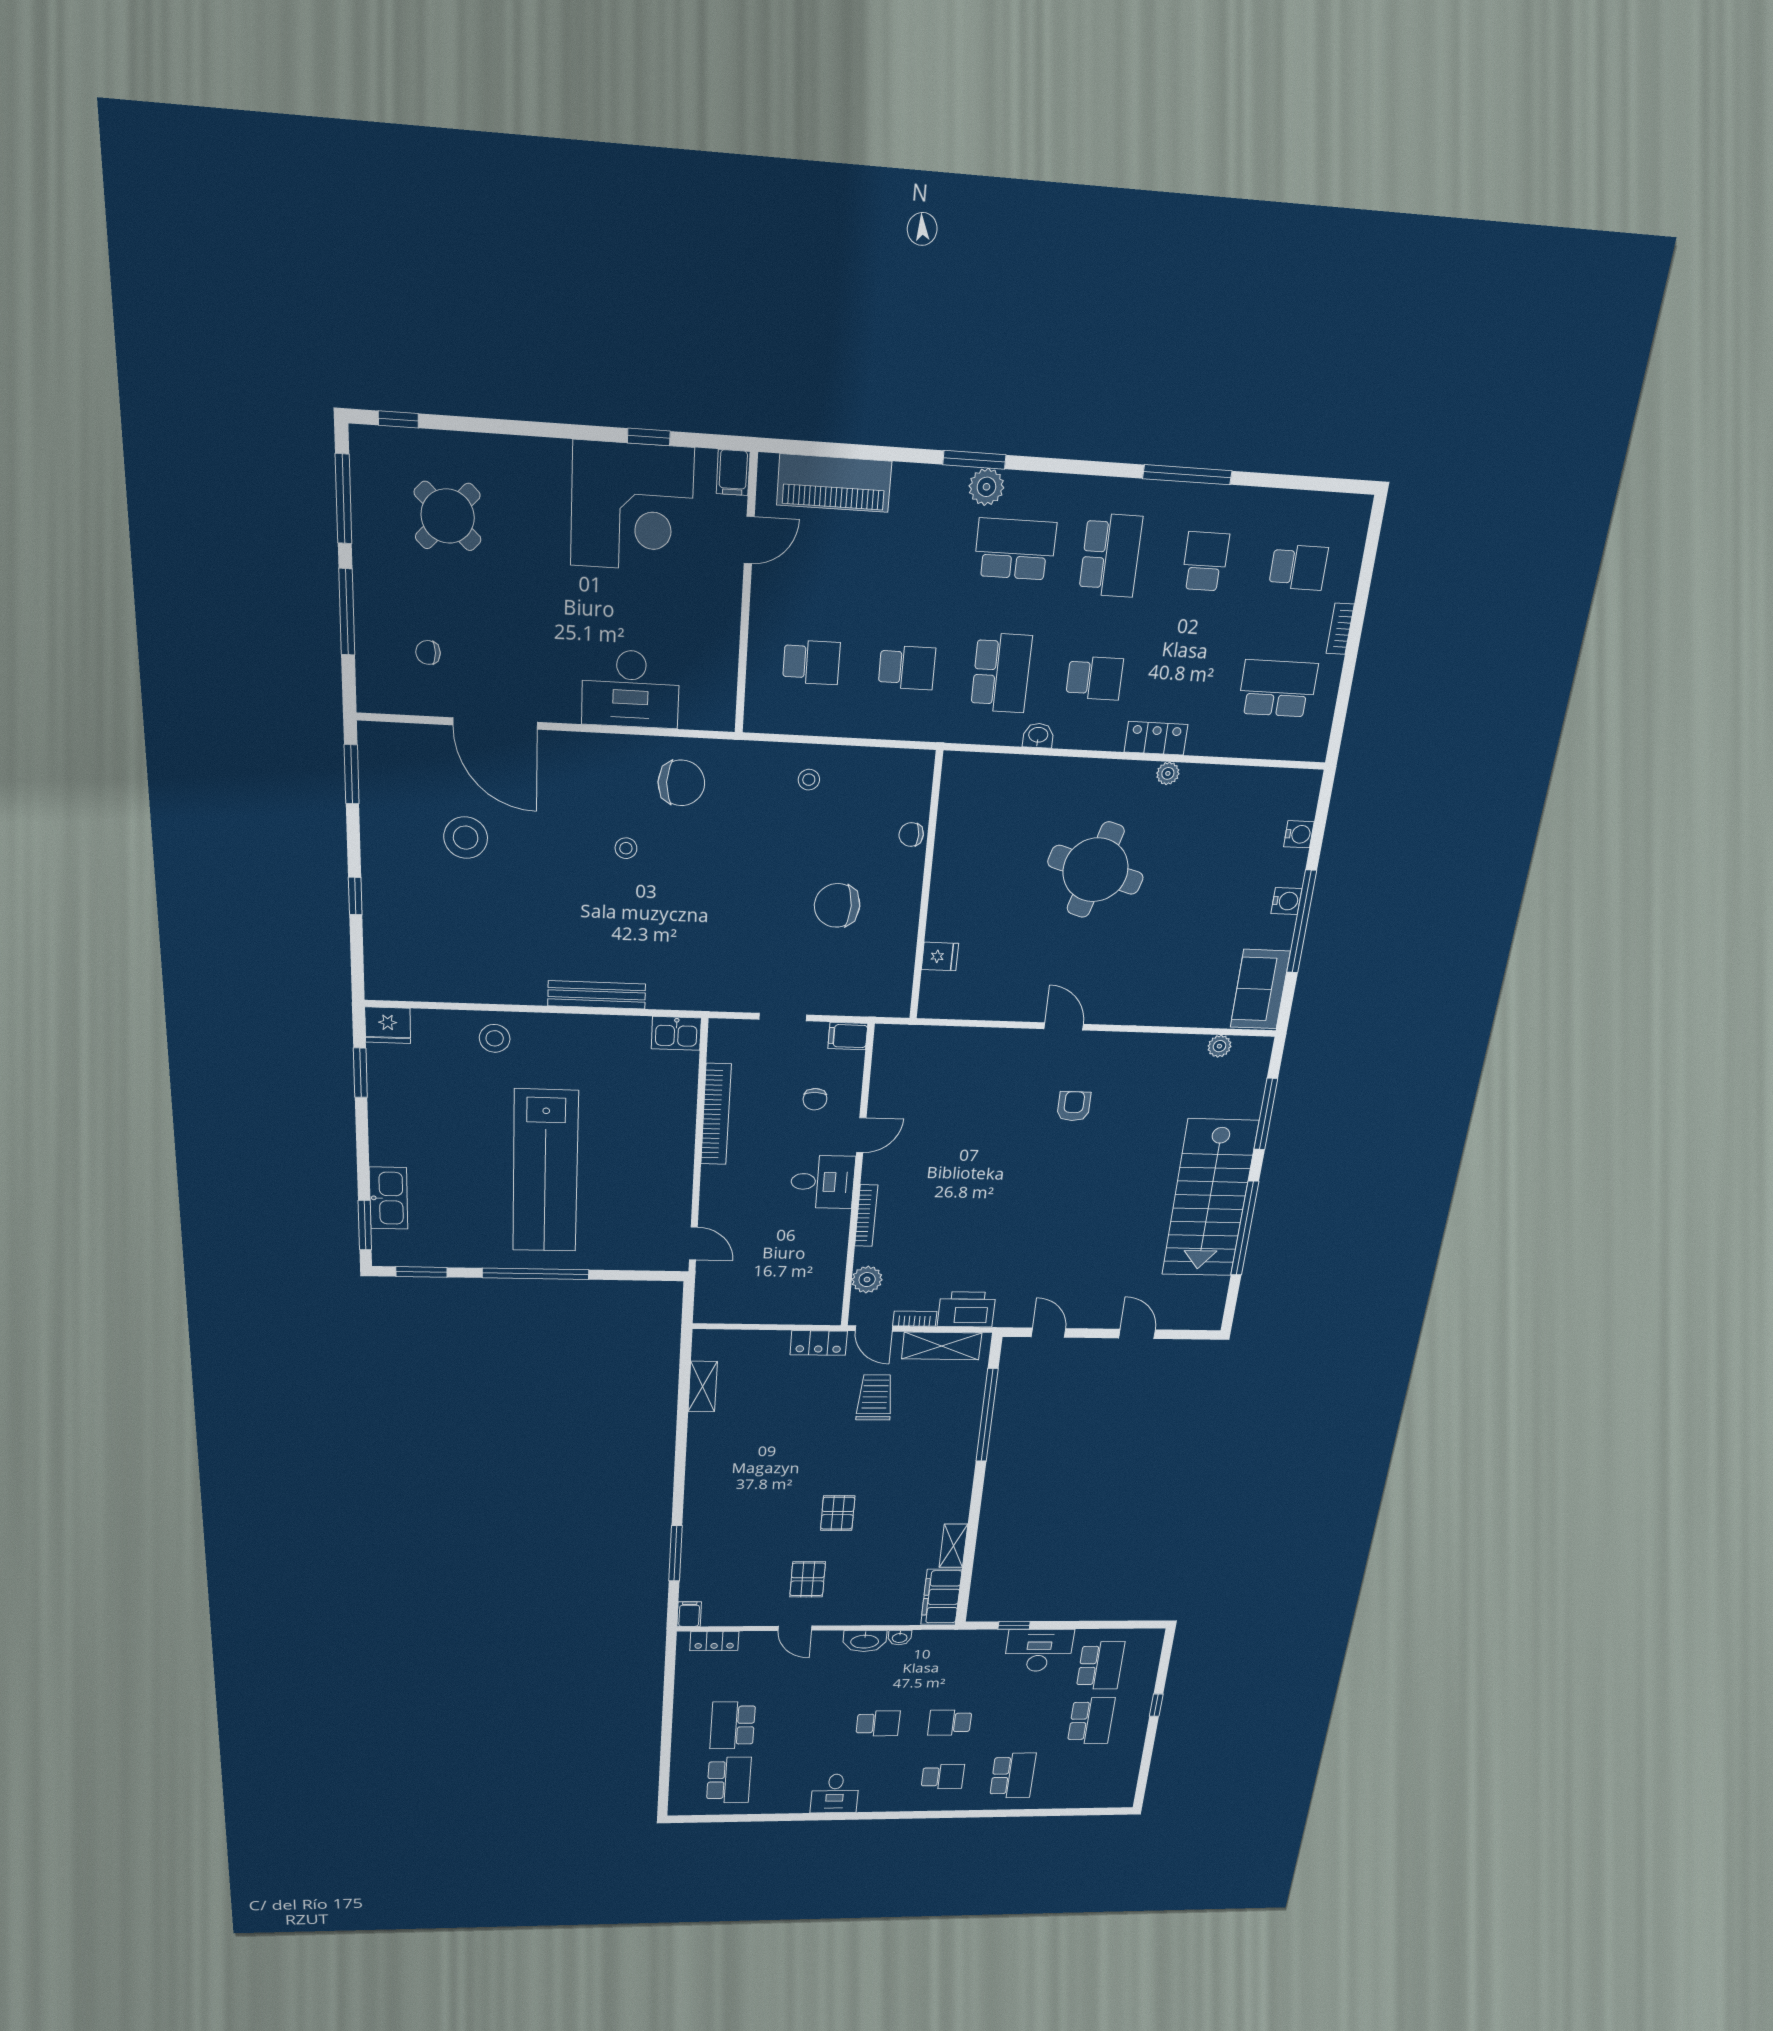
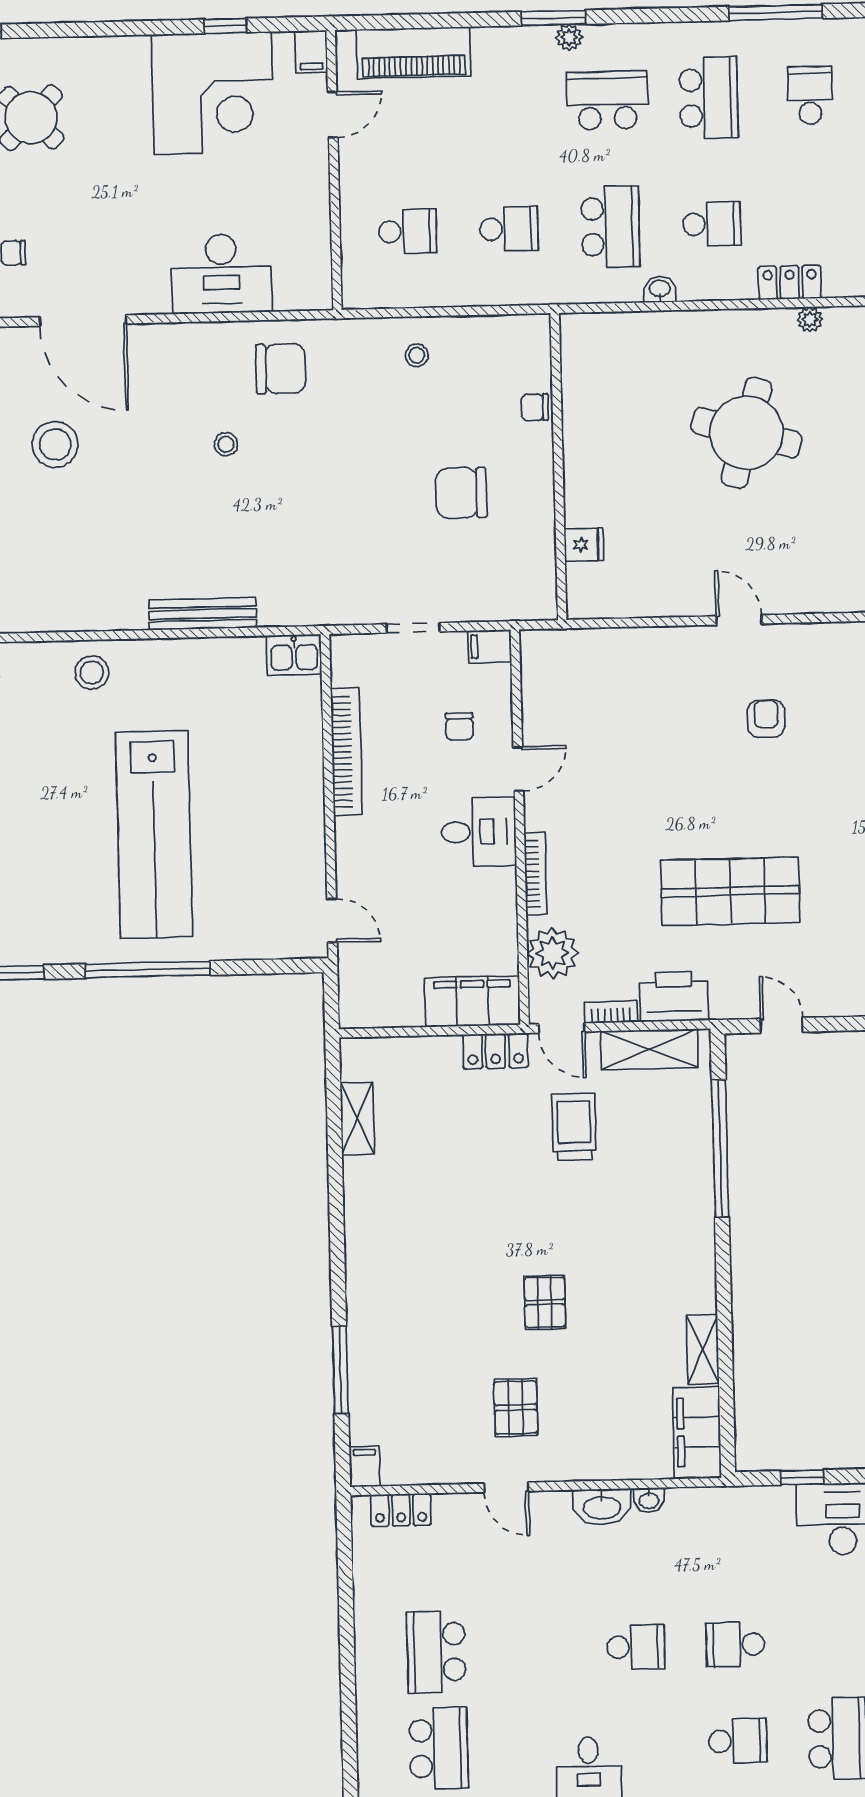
plant: (986, 487) -> (569, 37), width x0.73, depth x0.73
shop shelf: (1023, 1235) -> (730, 891), added
plant: (867, 1280) -> (553, 953), width x1.36, depth x1.36
filing cabinet: (804, 1307) -> (472, 1001), added

